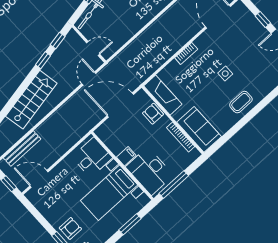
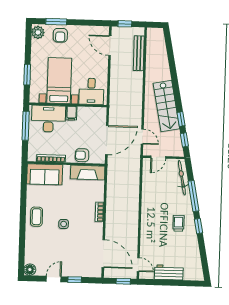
stairs: (31, 100) -> (166, 106), moved
armchair: (153, 114) -> (82, 155), turned 180
door: (39, 179) -> (110, 46), swing flipped

